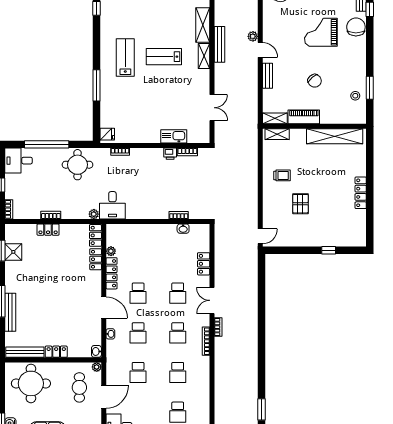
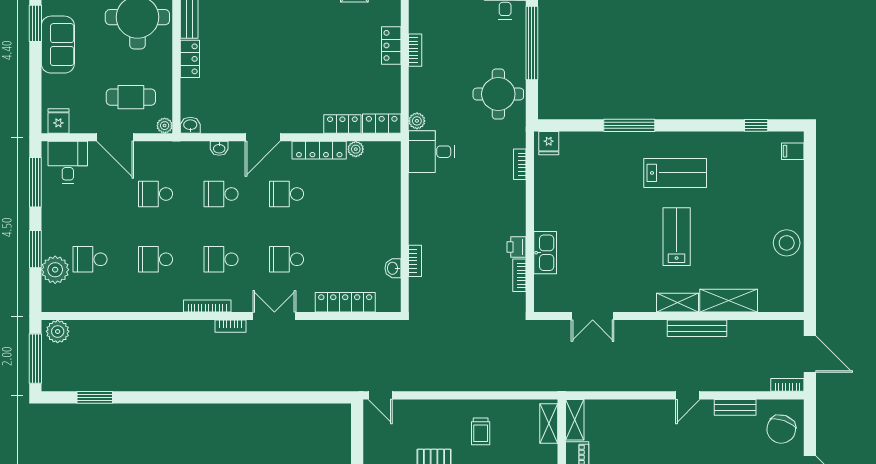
plant: (253, 36) -> (710, 383), removed
bench: (267, 76) -> (735, 407), moved
locker: (204, 264) -> (345, 302), width x1.53

